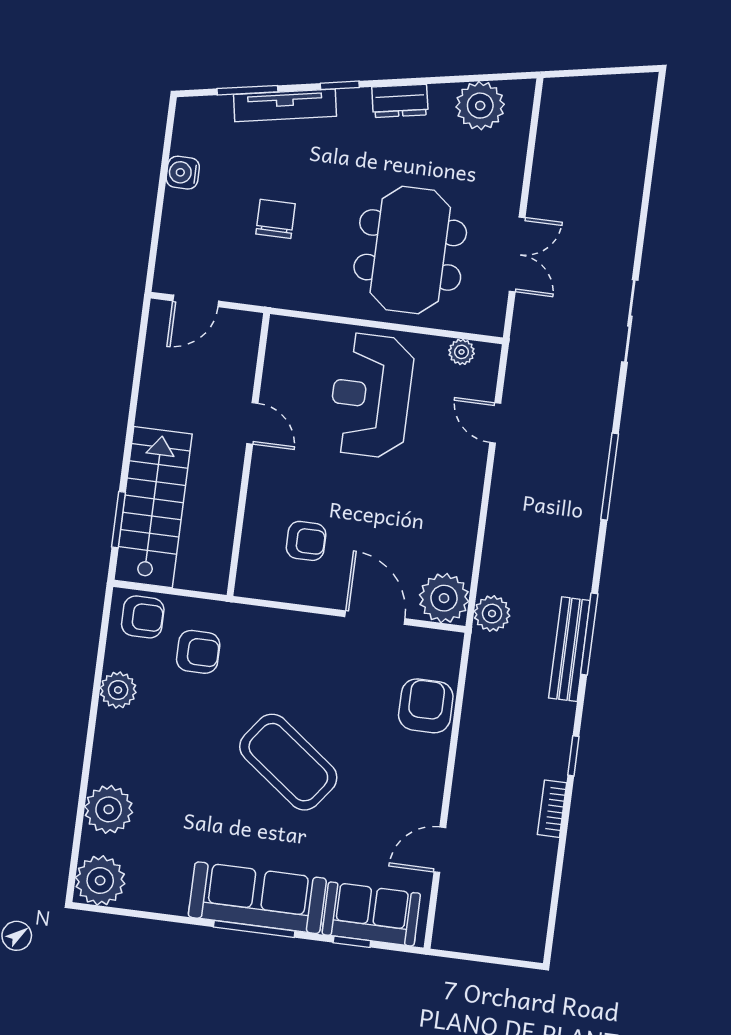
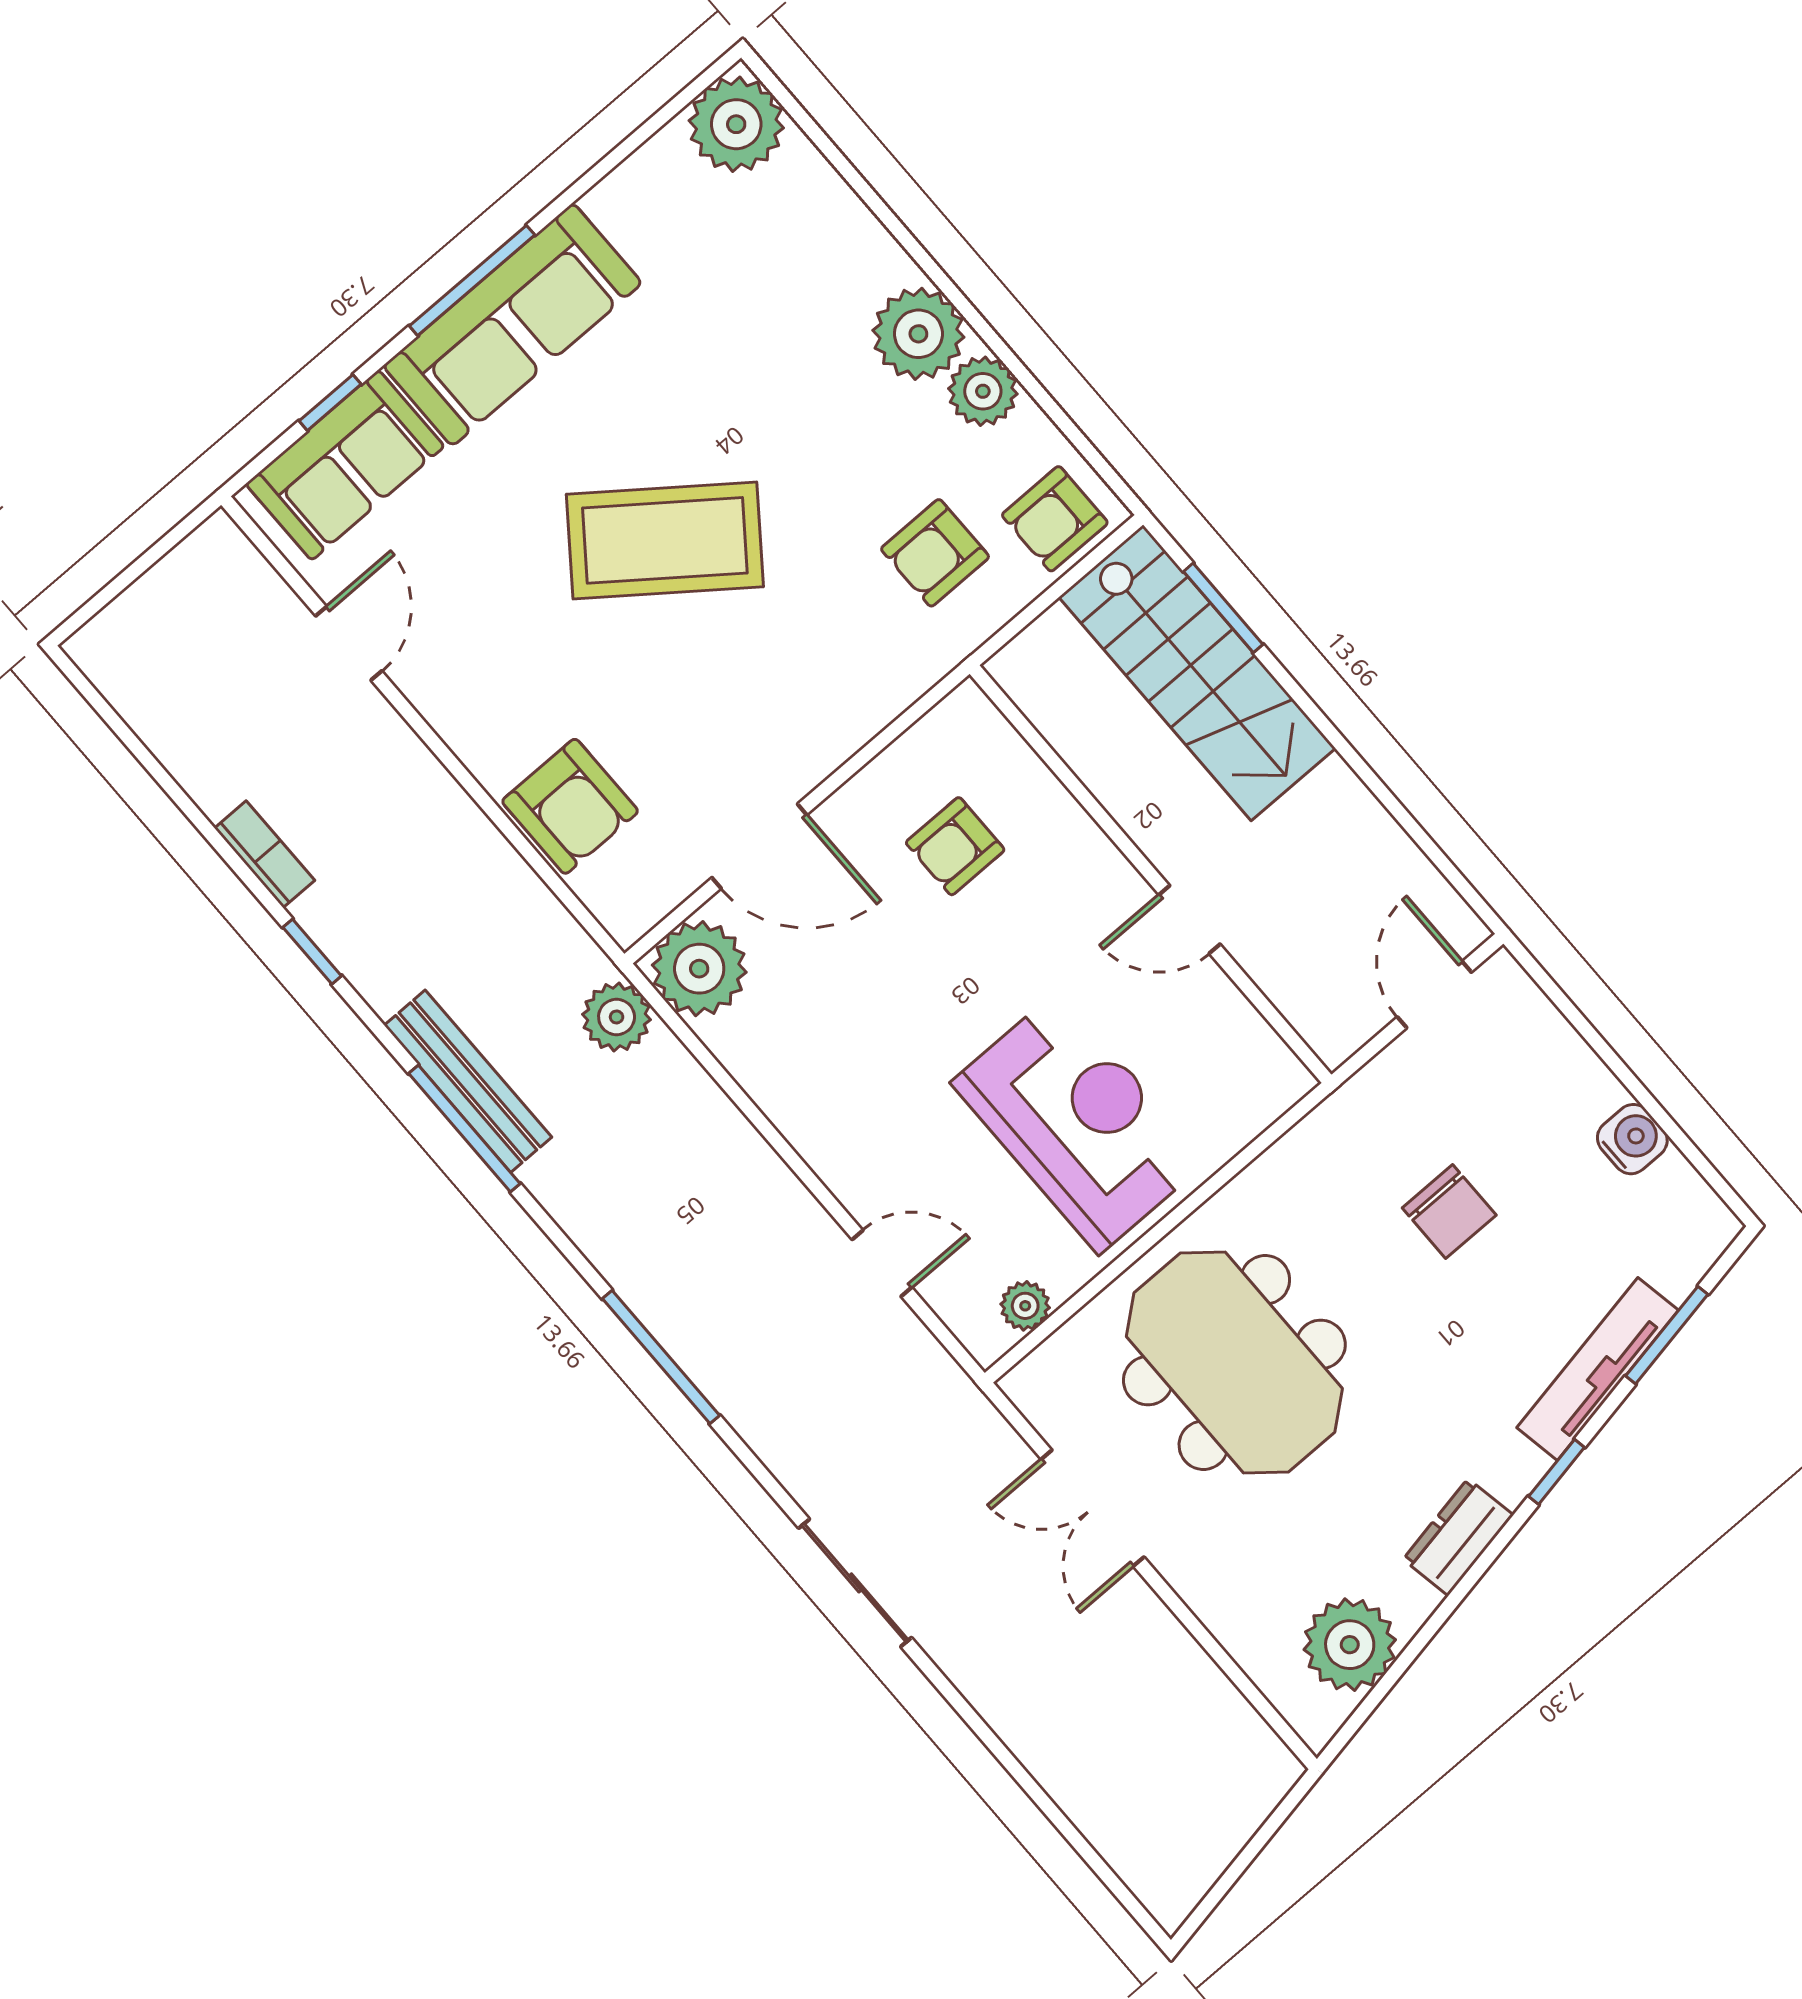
plant: (109, 809) -> (918, 334), moved

